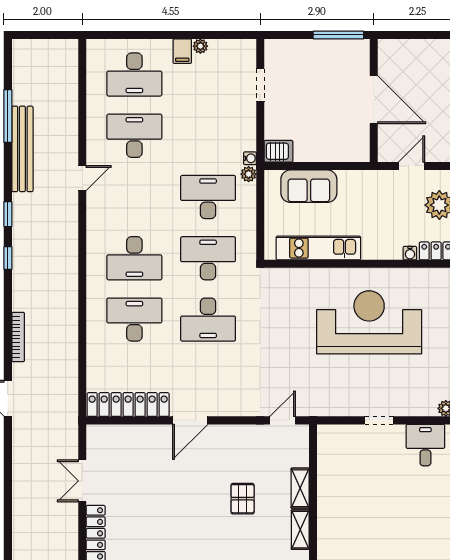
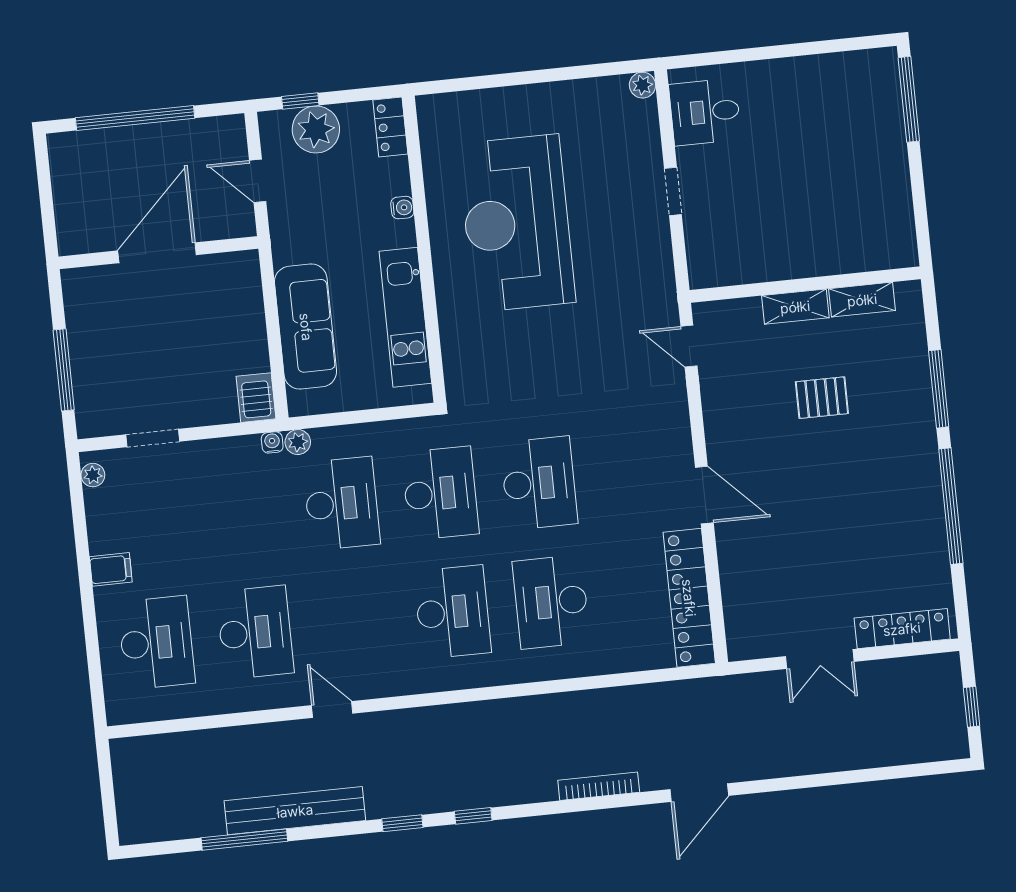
window: (338, 35) -> (64, 370), moved
plant: (200, 46) -> (93, 475), moved
desk: (134, 136) -> (255, 632), turned 180
sofa: (309, 186) -> (306, 327), width x1.36
desk: (208, 197) -> (341, 503), turned 180
water cooler: (410, 253) -> (402, 208), moved
desk: (208, 258) -> (440, 493), turned 180

